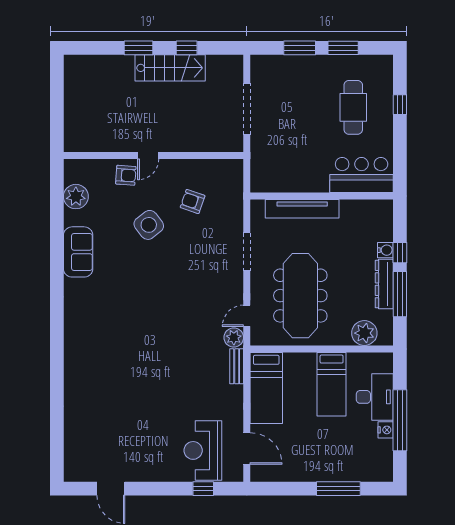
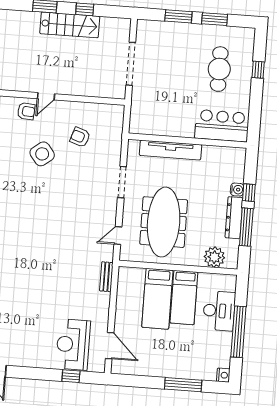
plant: (234, 337) -> (106, 253), removed
bed: (266, 388) -> (157, 299), moved
nightstand: (386, 430) -> (223, 375), moved

